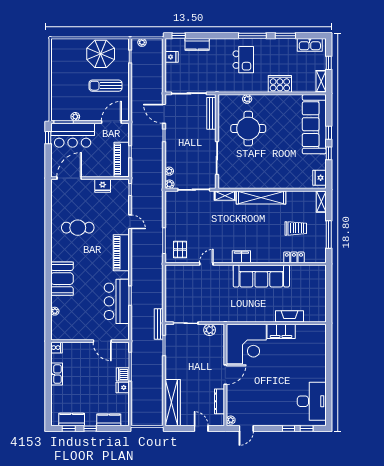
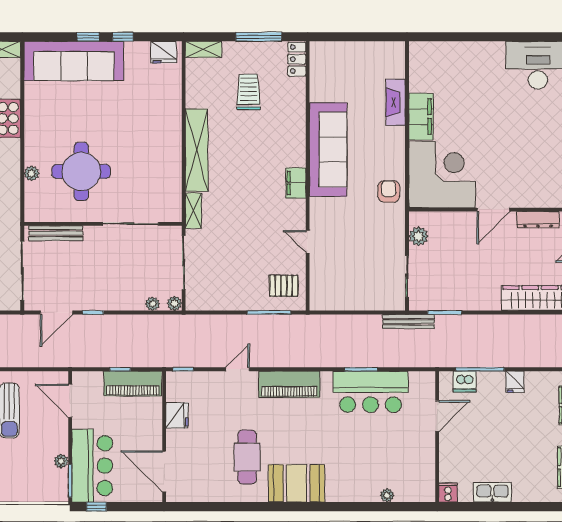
locker: (294, 257) -> (297, 59), moved
booth: (62, 279) -> (297, 483), moved
armchair: (236, 312) -> (389, 191), added
dishwasher: (123, 374) -> (465, 382), moved
door: (225, 375) -> (493, 210), swing flipped

